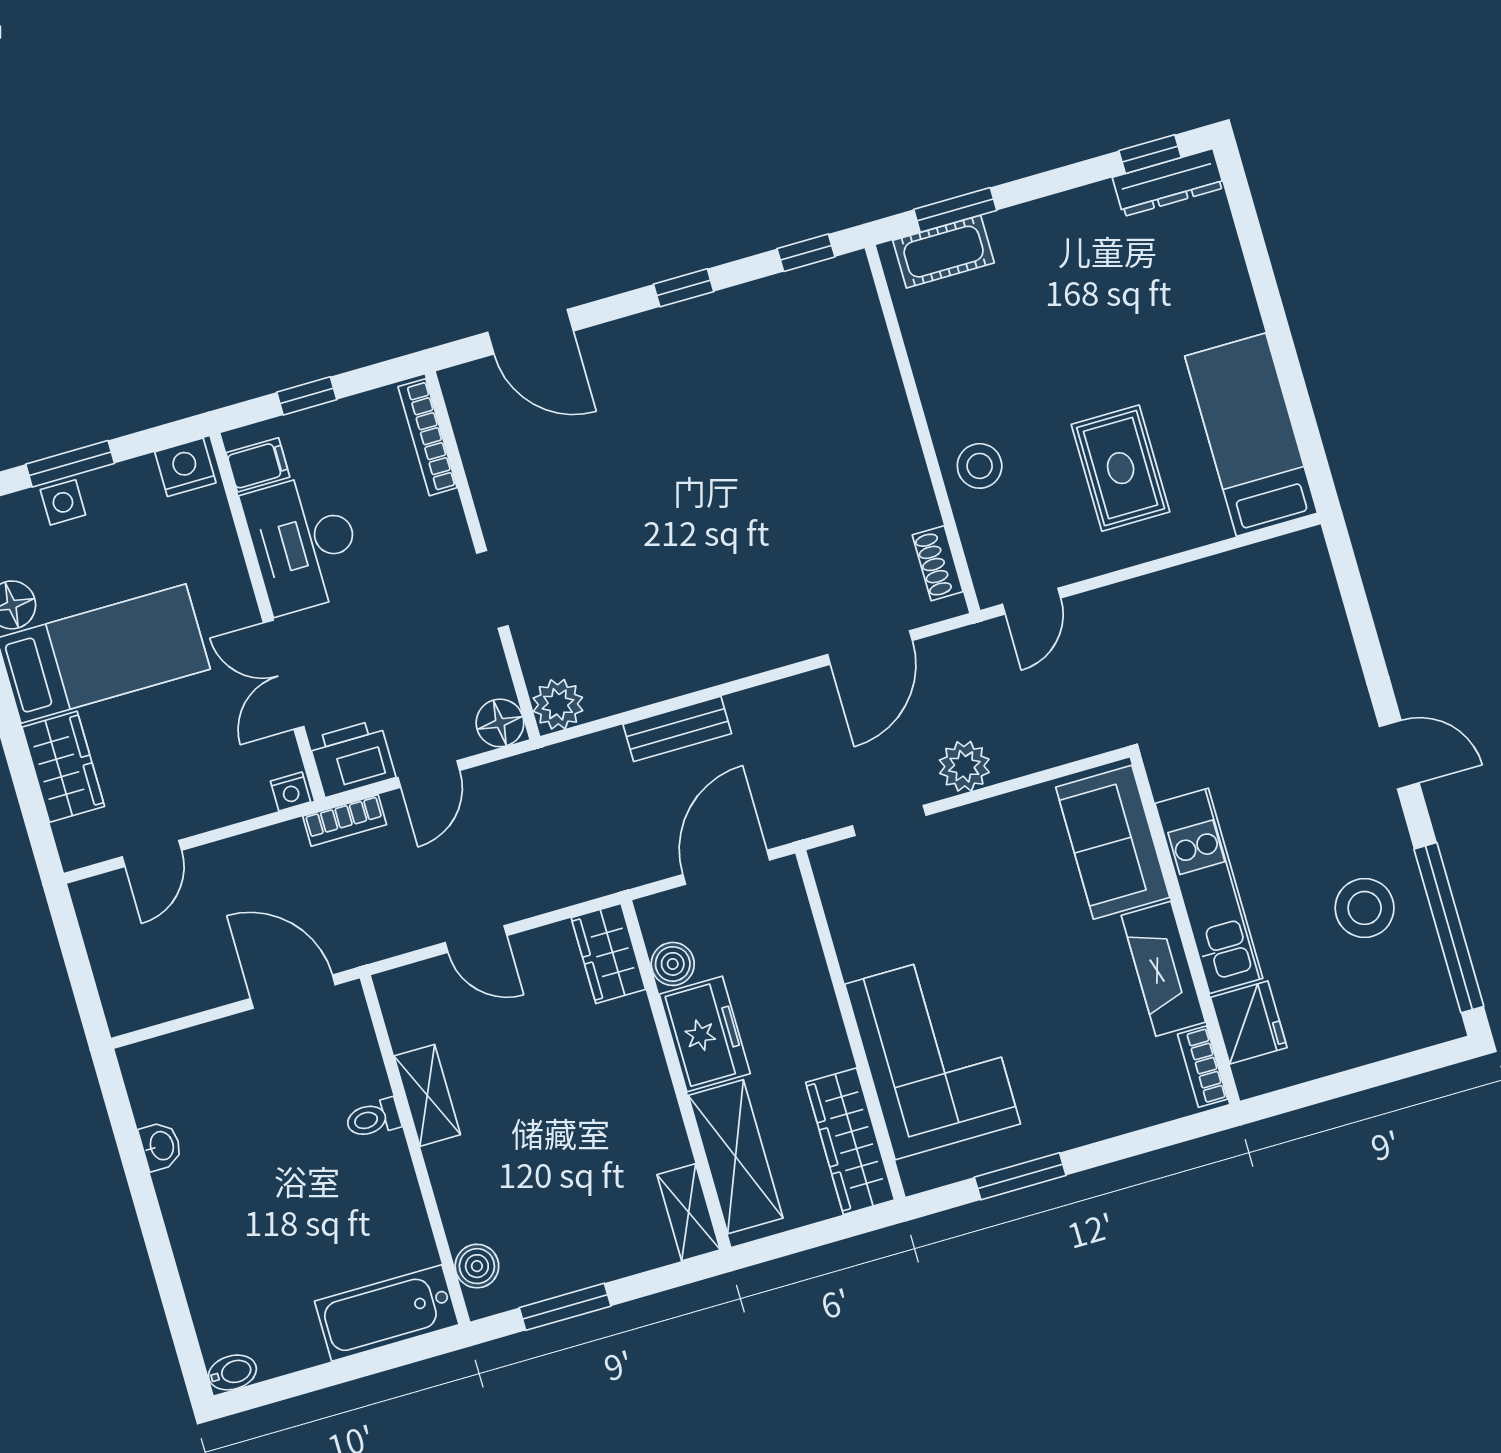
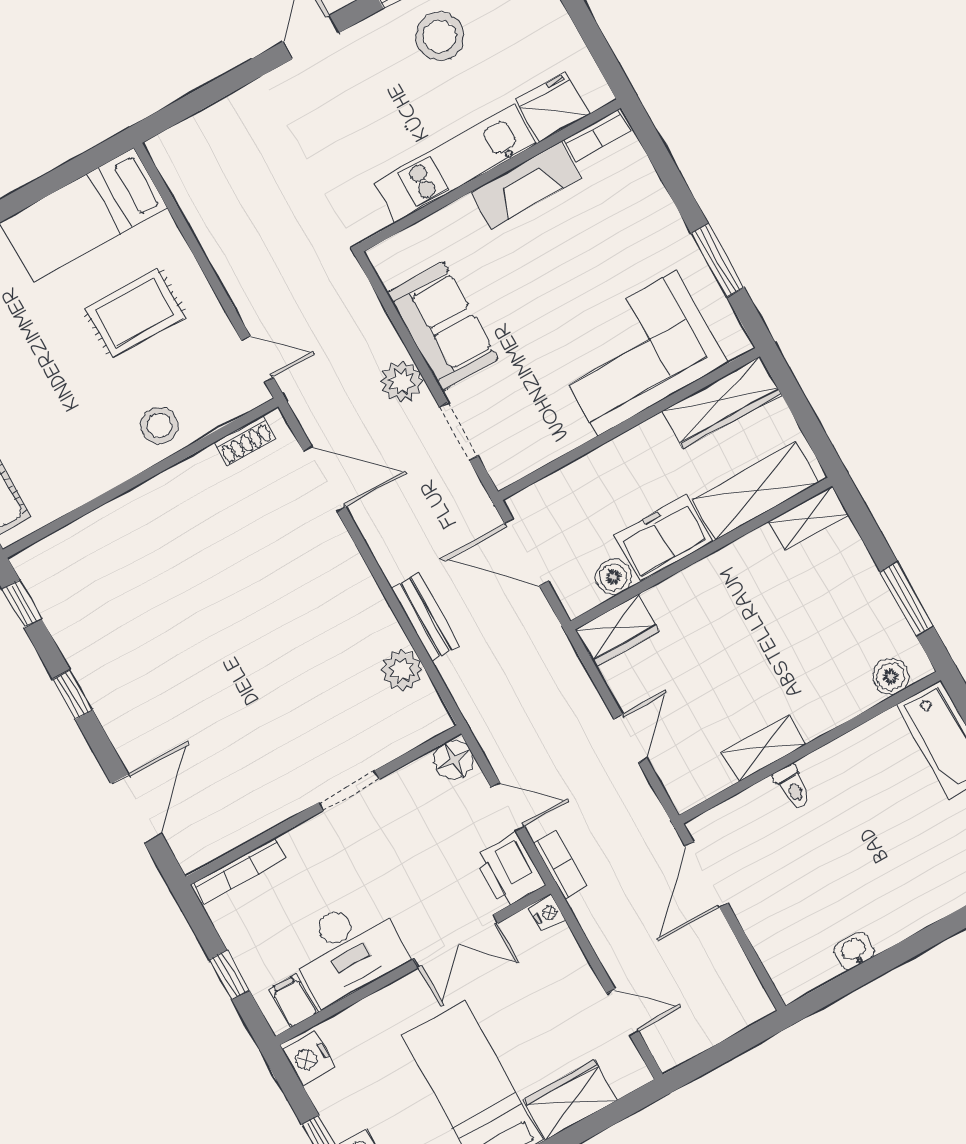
plant: (558, 704) -> (402, 670), moved
sofa: (1113, 842) -> (443, 326), moved, turned -90

